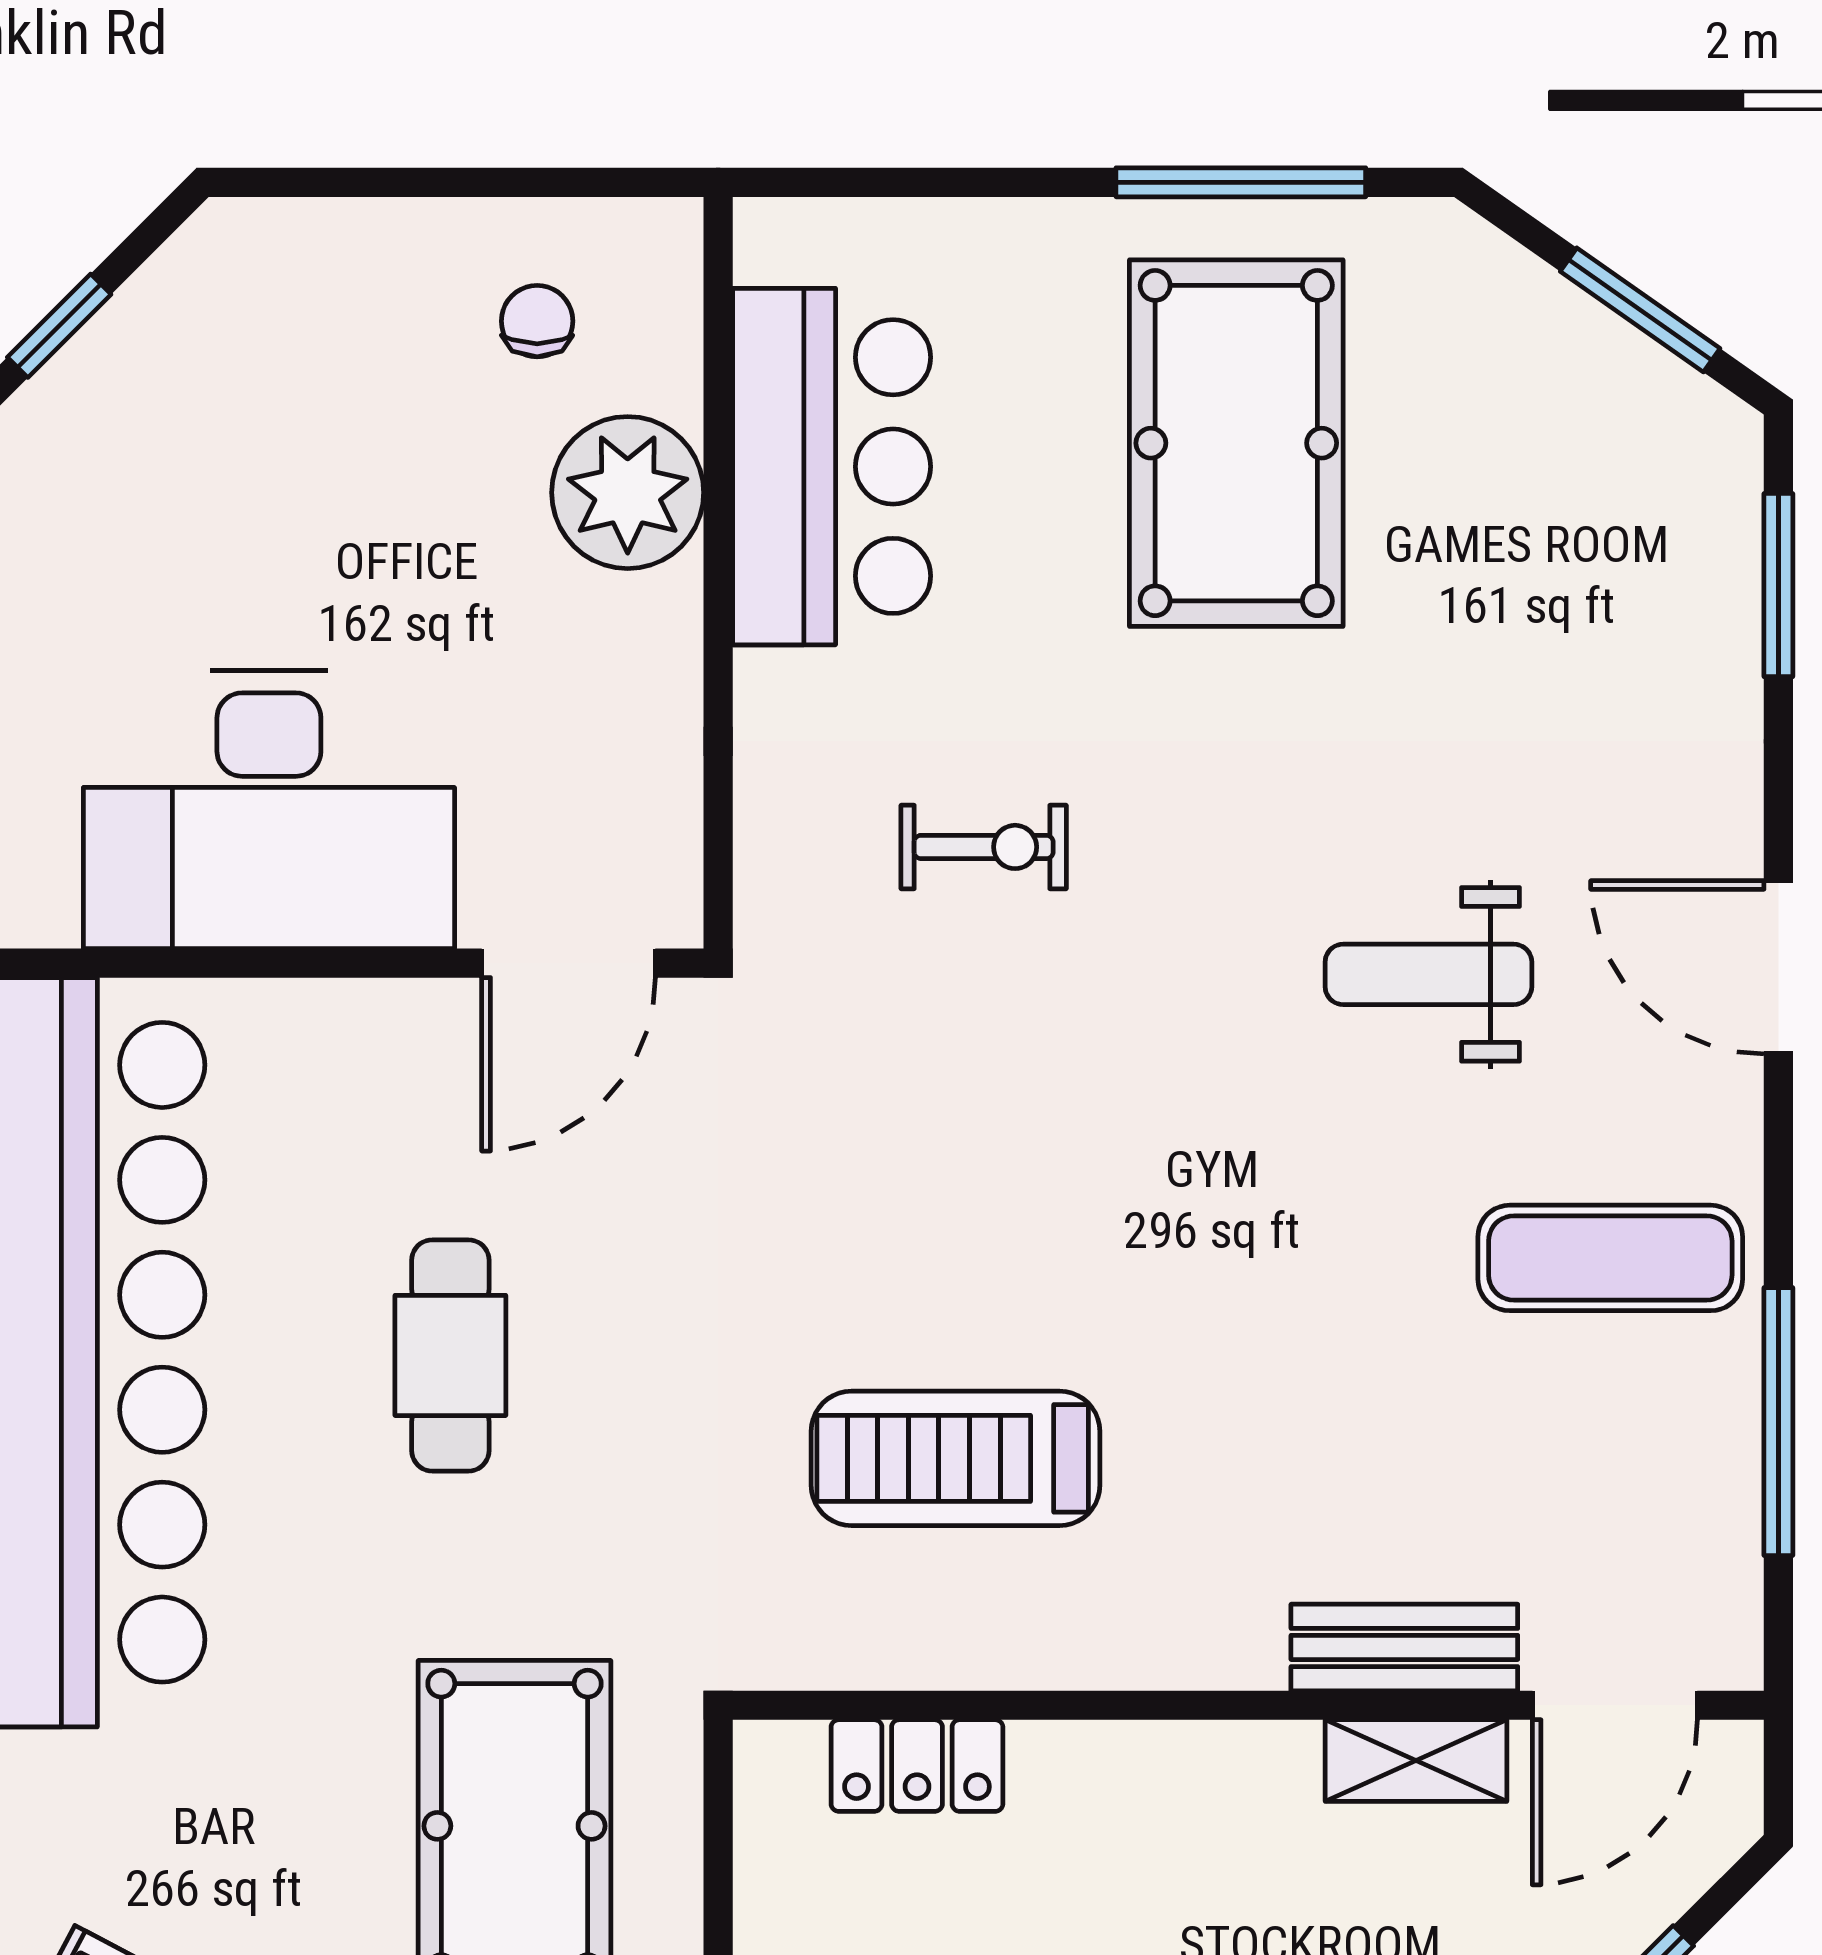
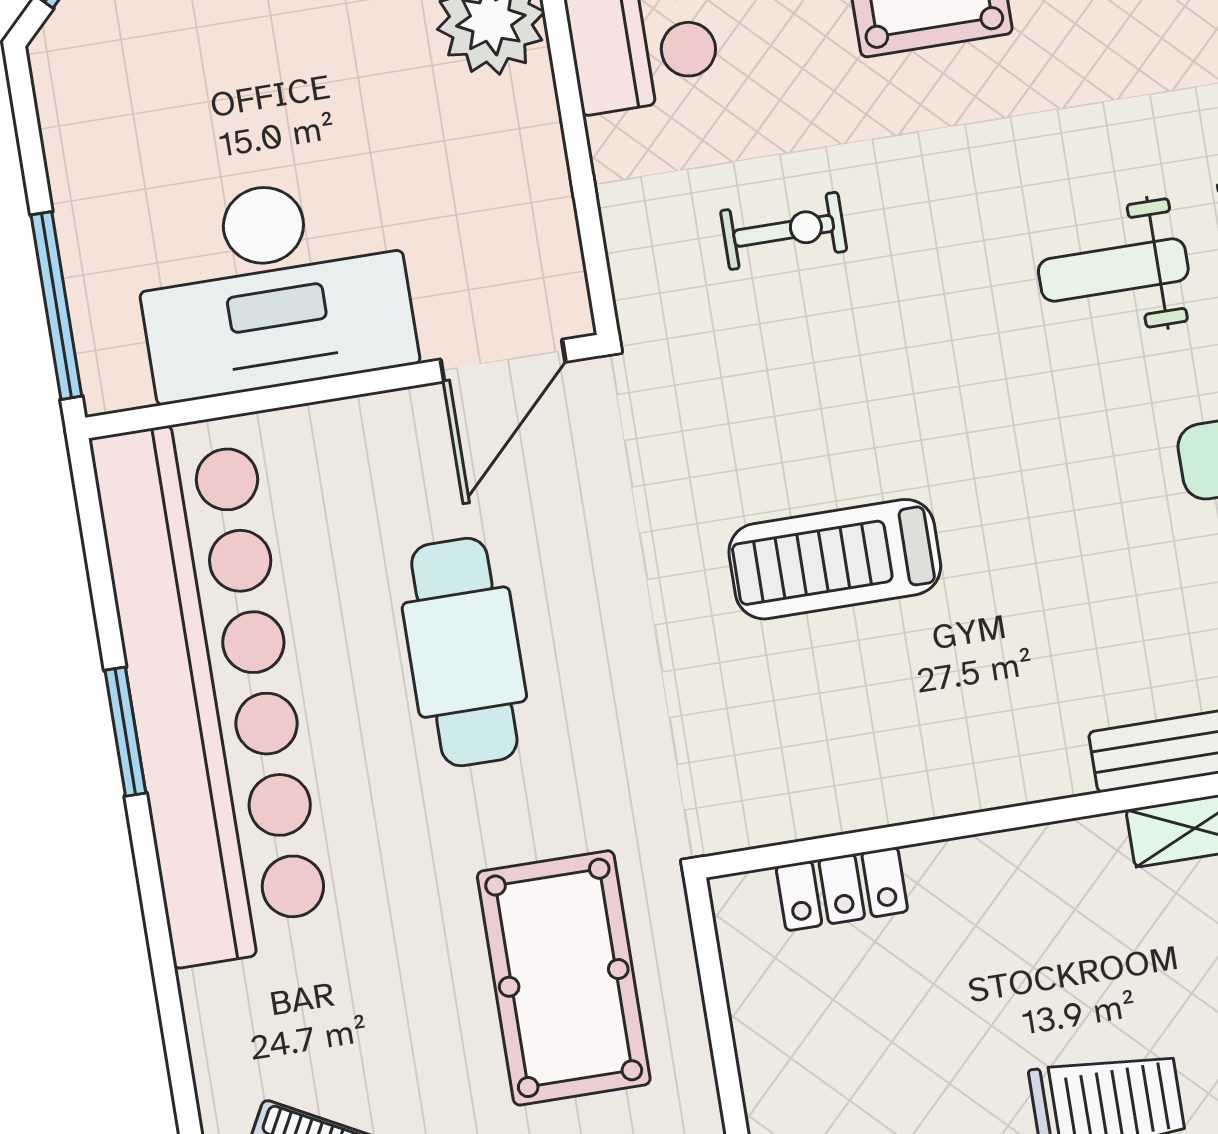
cafe table: (450, 1355) -> (464, 652), width x1.37, depth x1.35
treadmill: (955, 1458) -> (835, 559), moved

